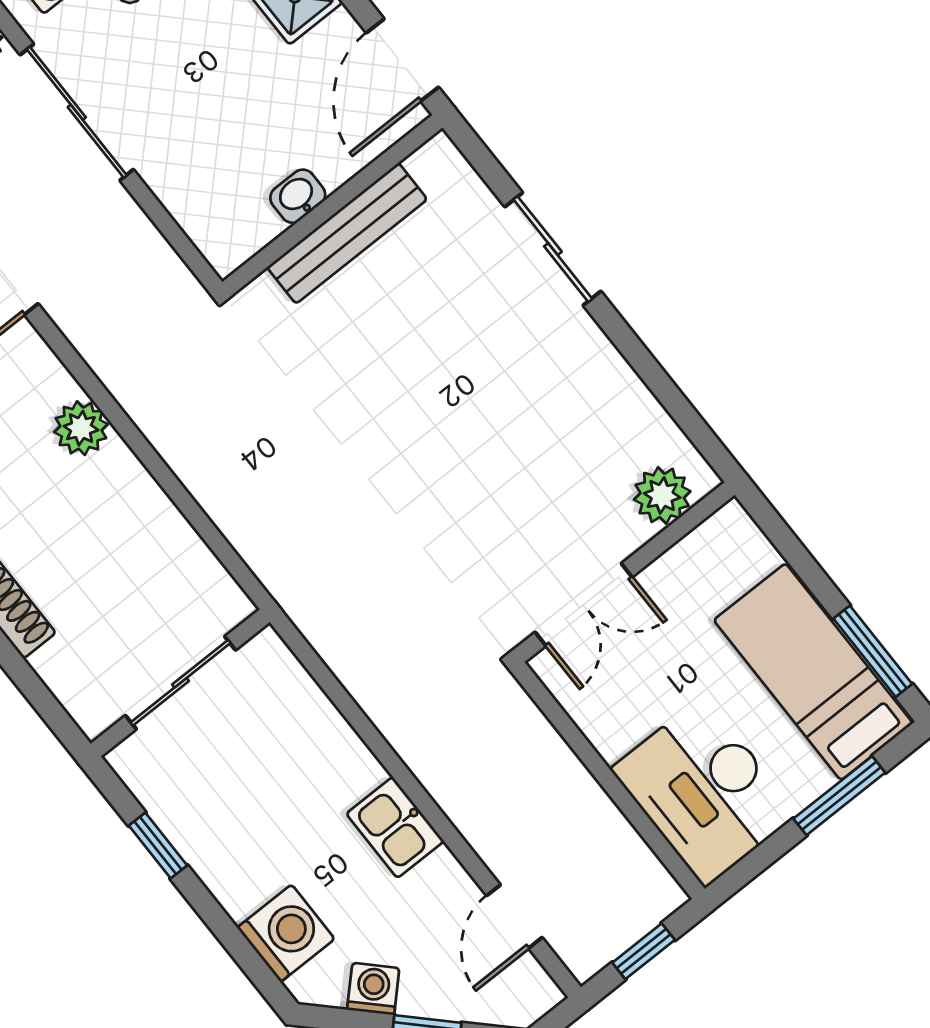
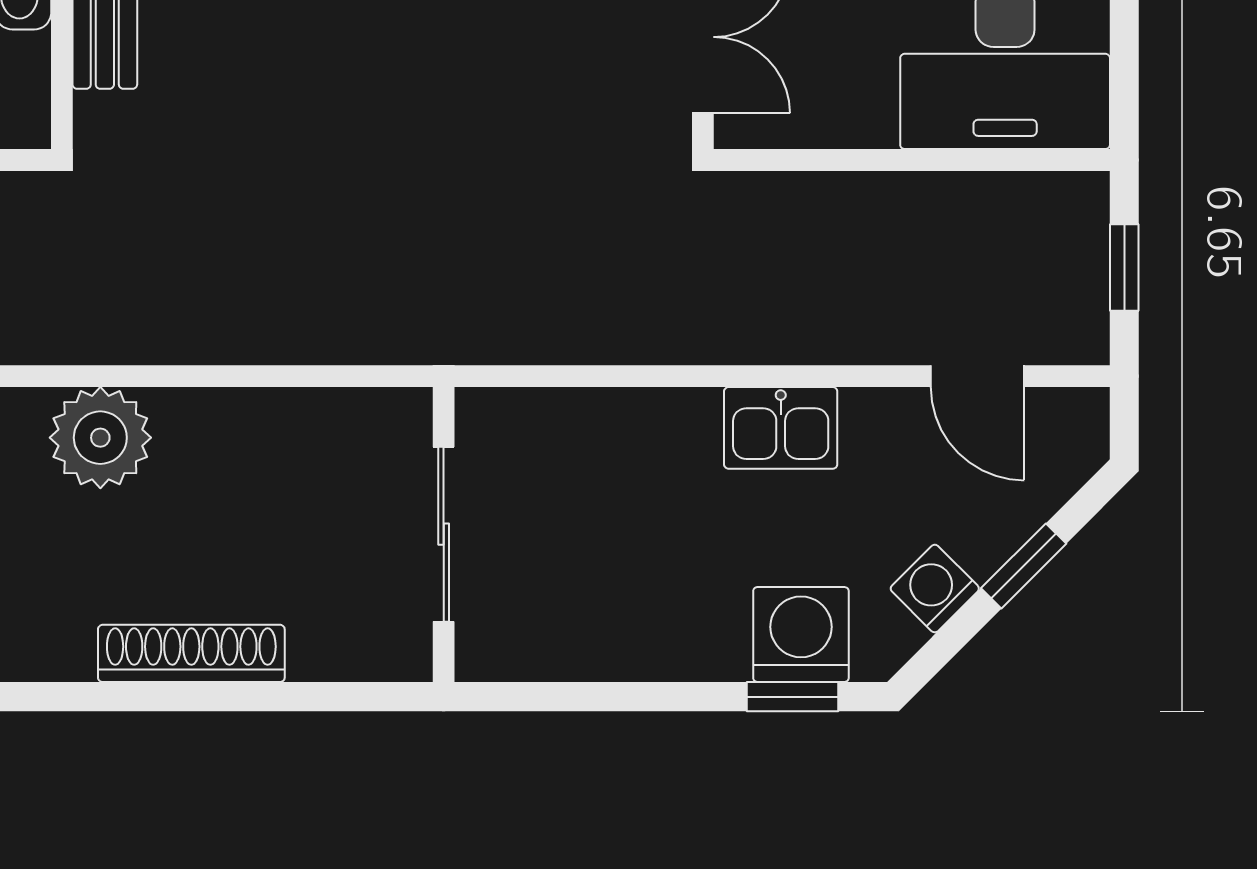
plant: (81, 428) -> (100, 438), width x1.36, depth x1.36
window: (158, 845) -> (793, 697), moved

